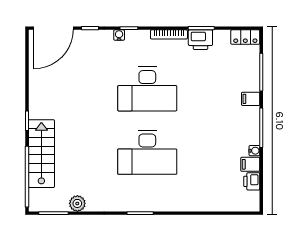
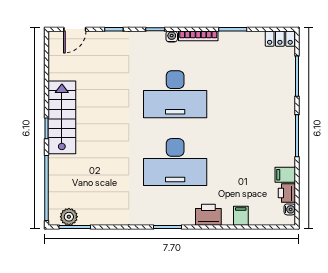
door: (53, 28) -> (75, 29), width x0.53
water cooler: (119, 35) -> (172, 37), moved
printer: (200, 40) -> (208, 215), moved, turned 180
filing cabinet: (251, 99) -> (241, 216), moved, turned 90
water cooler: (254, 151) -> (290, 209), moved
stairs: (41, 154) -> (62, 117), moved
plant: (77, 203) -> (69, 217), moved

